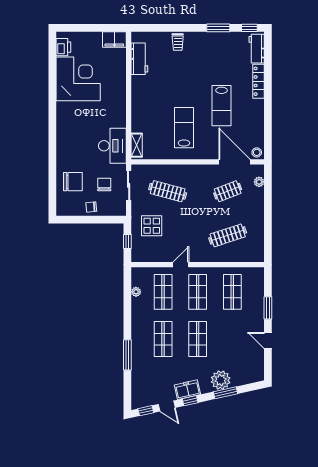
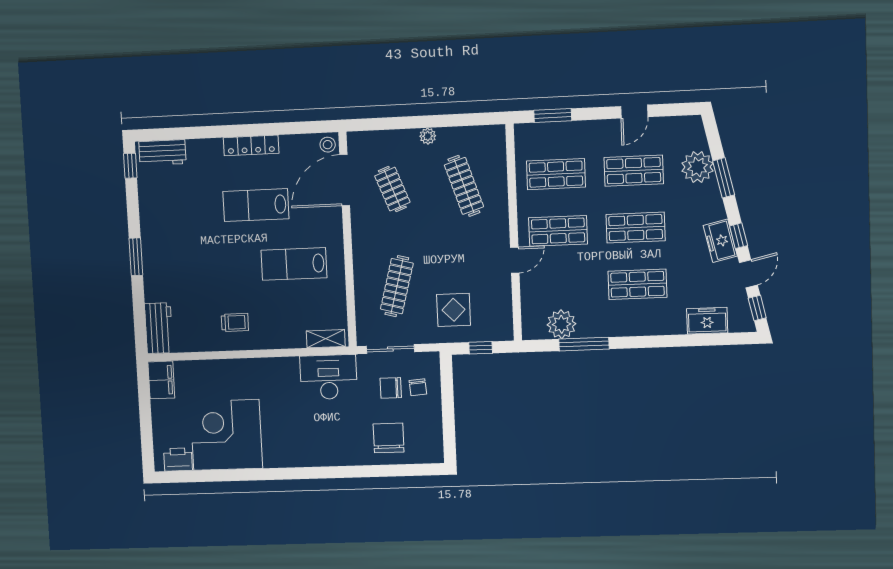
window: (218, 28) -> (136, 257), moved
trolley: (178, 42) -> (235, 322), moved
workbench: (139, 59) -> (159, 328), moved, turned 90
locker: (258, 81) -> (251, 145), moved
lab bench: (222, 106) -> (256, 205), turned 180
plant: (259, 182) -> (428, 136), moved
chair: (91, 207) -> (418, 387), moved
door: (181, 265) -> (515, 260), swing flipped
plant: (136, 292) -> (561, 324), width x1.88, depth x1.88
shop shelf: (163, 292) -> (634, 171), moved
window: (268, 308) -> (553, 116), moved
window: (127, 355) -> (584, 344), moved
freezer: (139, 380) -> (707, 321), added
plant: (221, 380) -> (698, 167), moved

